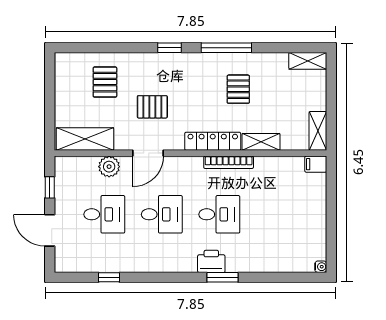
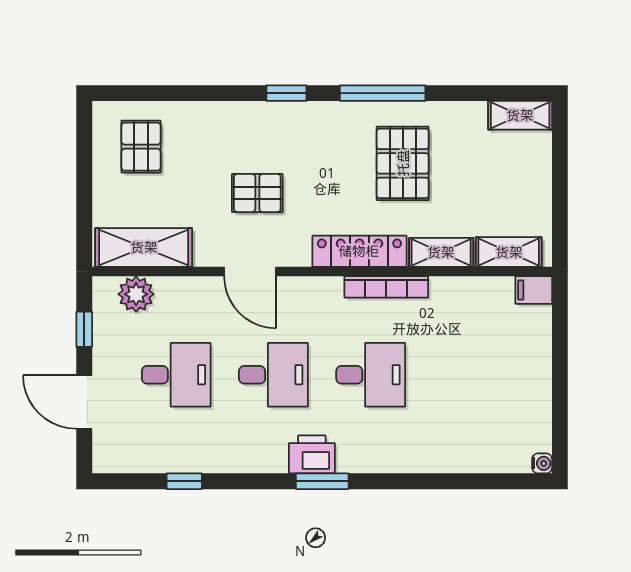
pallet: (105, 82) -> (141, 147), moved
pallet: (238, 89) -> (403, 163), width x1.50, depth x1.42
shelving: (318, 131) -> (509, 252), moved, turned 90
door: (148, 153) -> (250, 272), hinge flipped
plant: (109, 167) -> (136, 294), moved
printer: (211, 261) -> (312, 454), moved
window: (223, 277) -> (322, 481), moved

